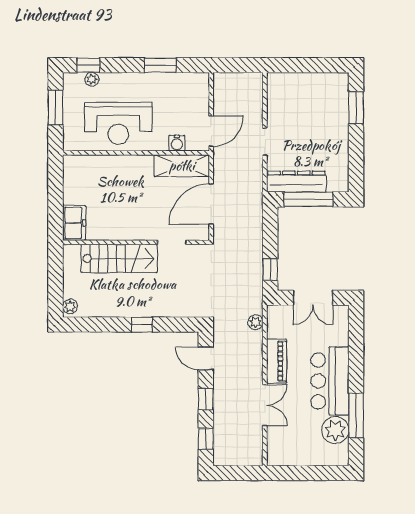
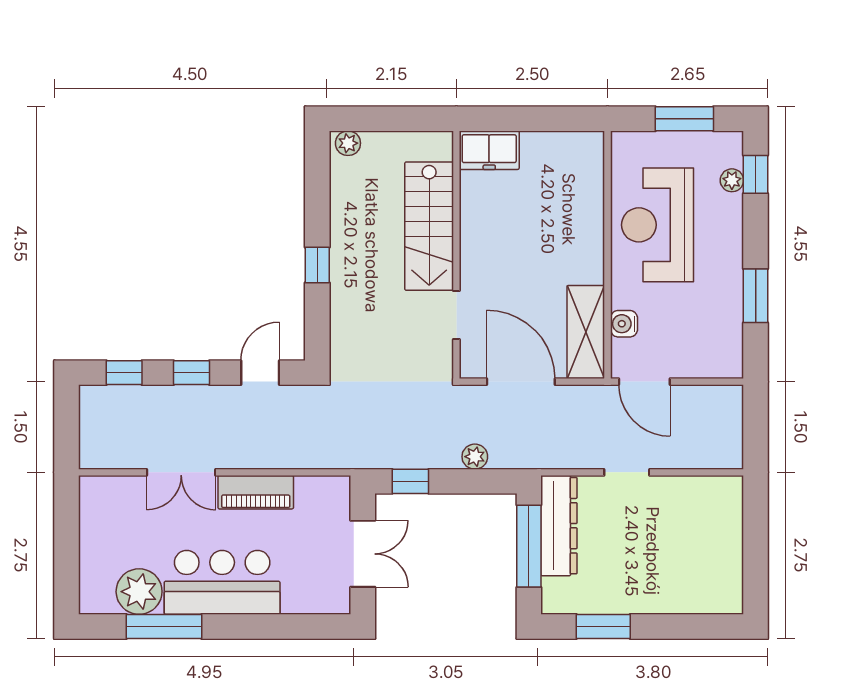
window: (356, 108) -> (603, 626), moved
double door: (313, 298) -> (363, 554), swing flipped
plant: (255, 322) -> (475, 457), moved

